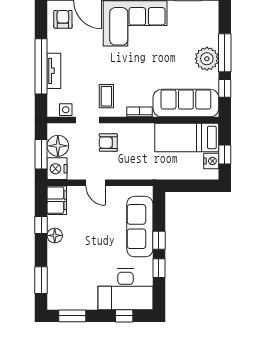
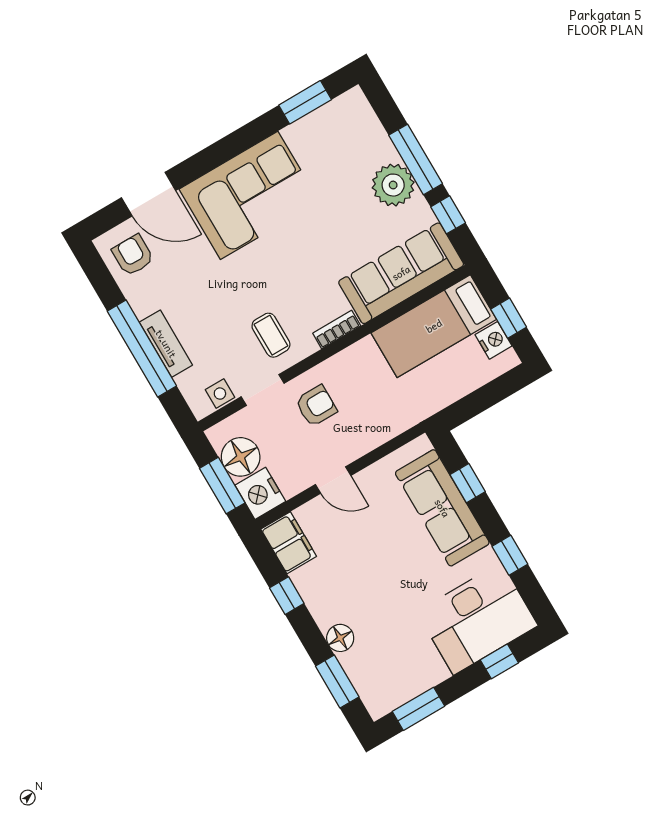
armchair: (108, 143) -> (316, 406), turned 180
floor lamp: (55, 235) -> (340, 638), moved
window: (159, 240) -> (468, 483), moved

